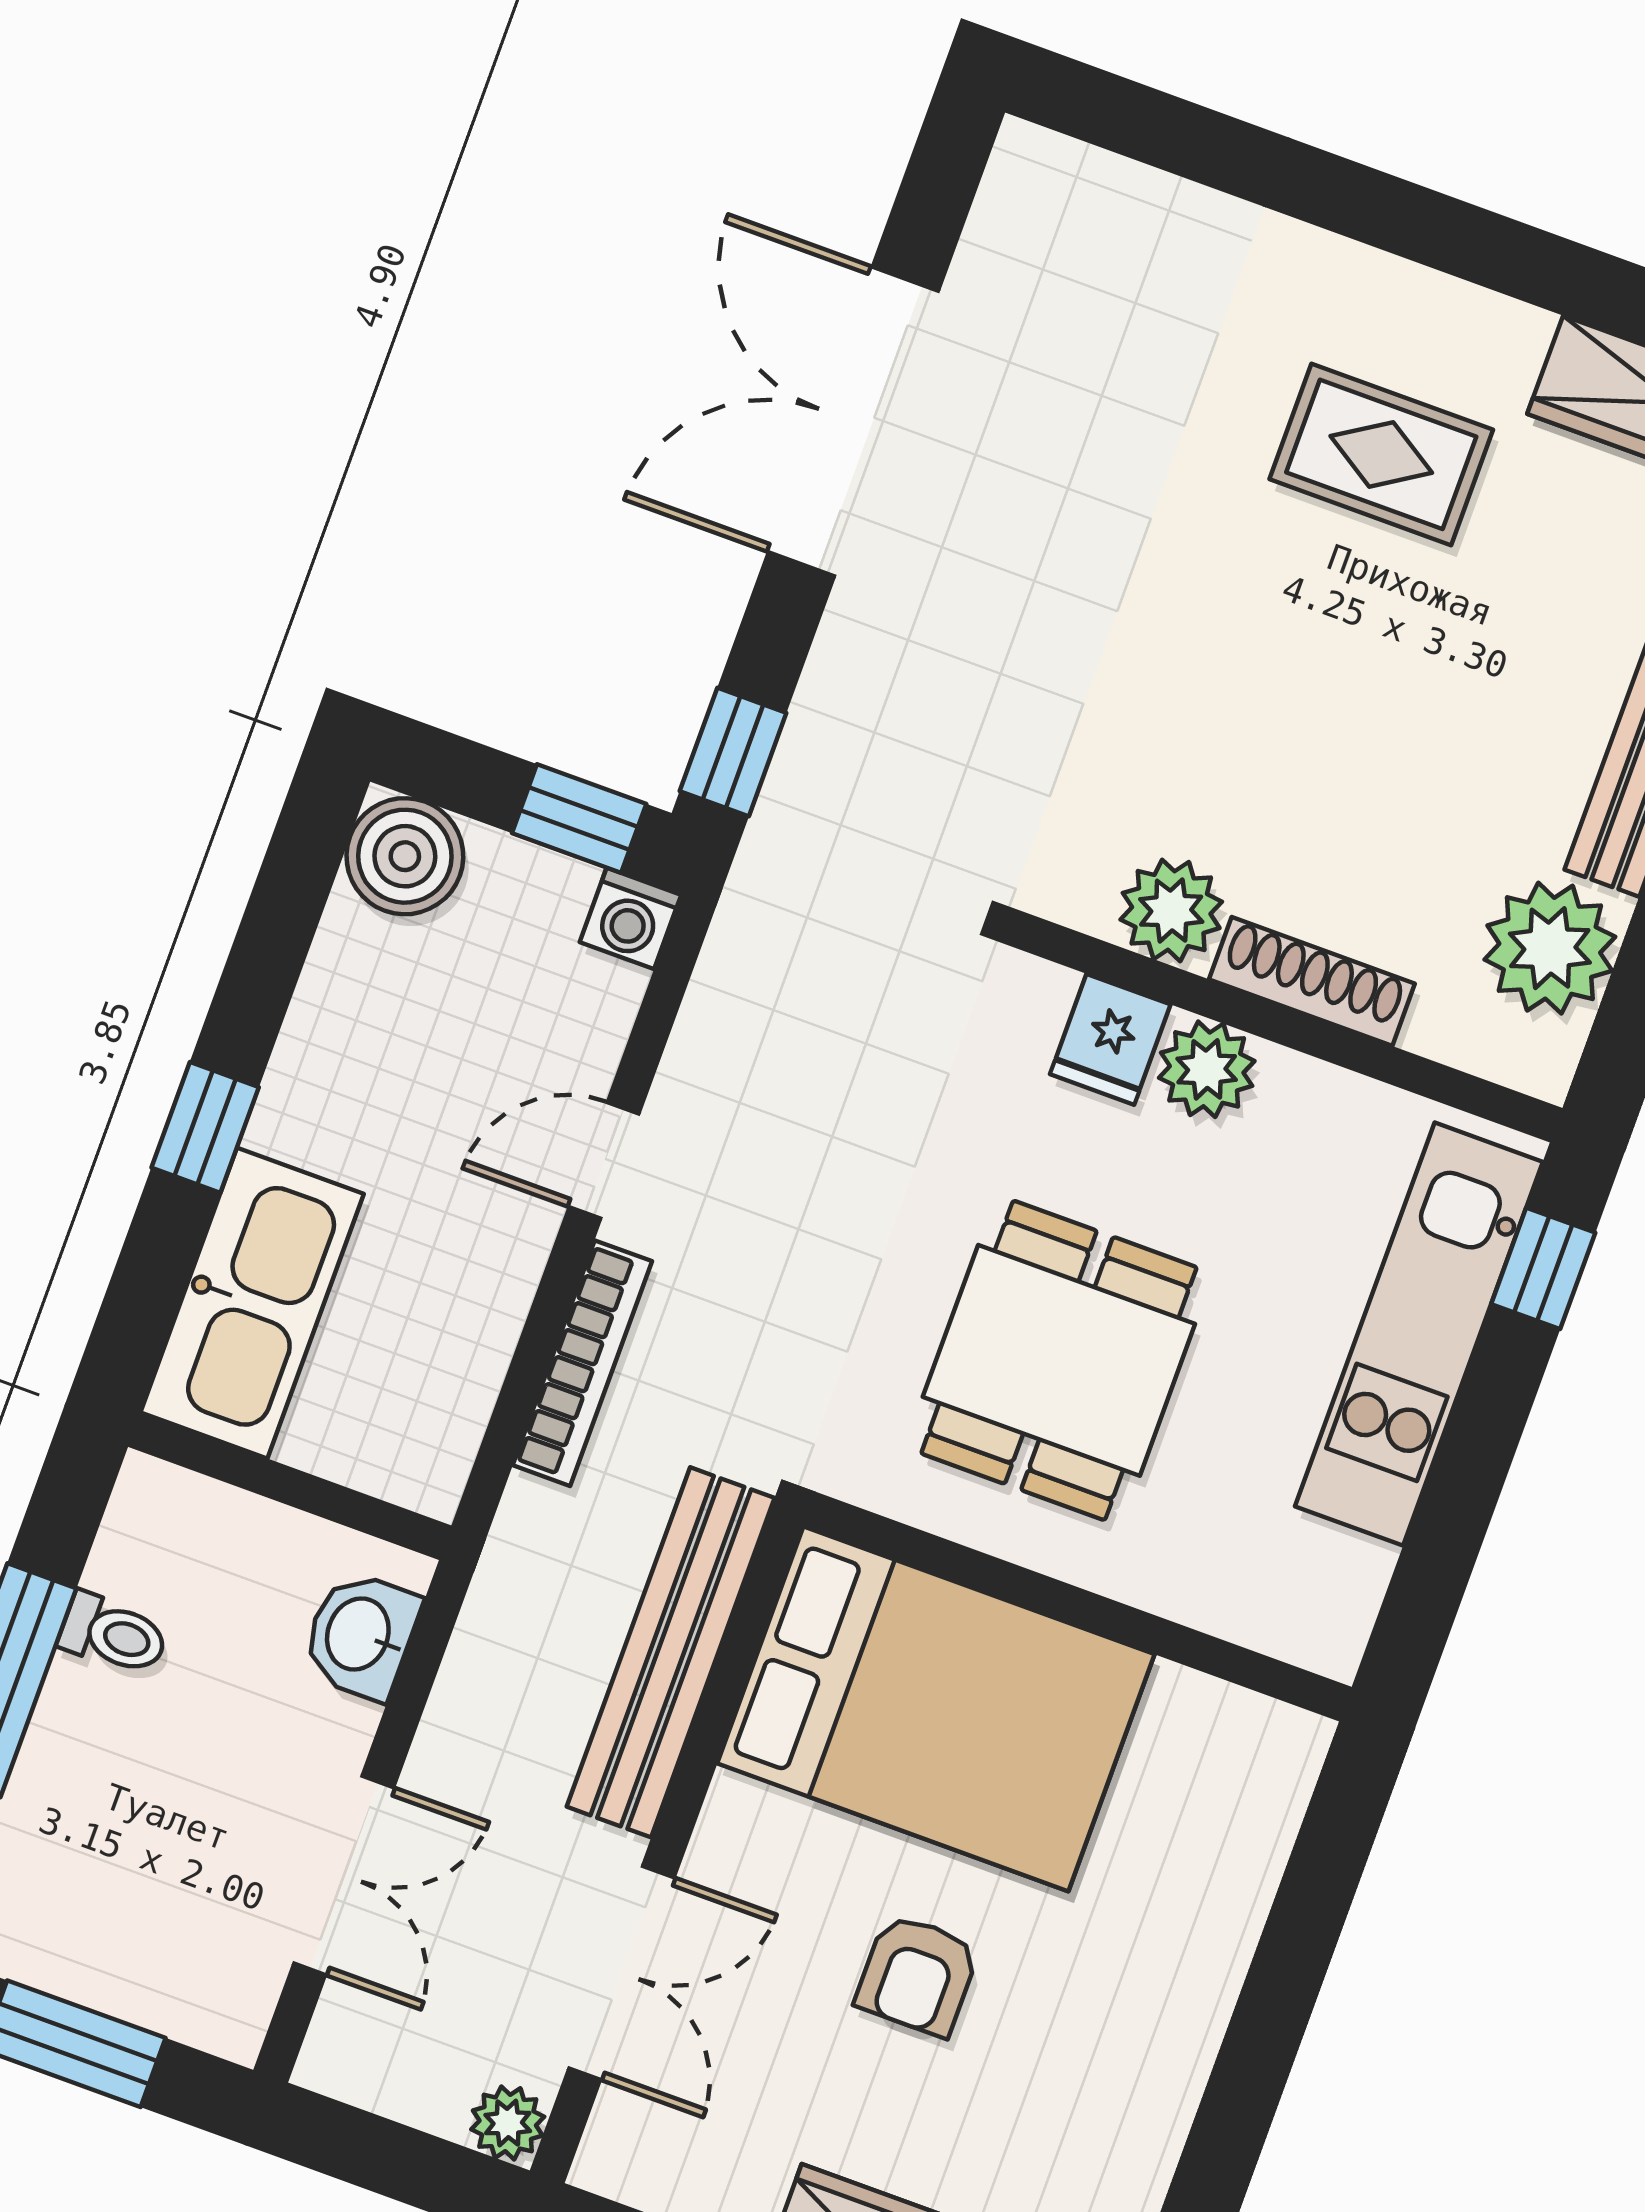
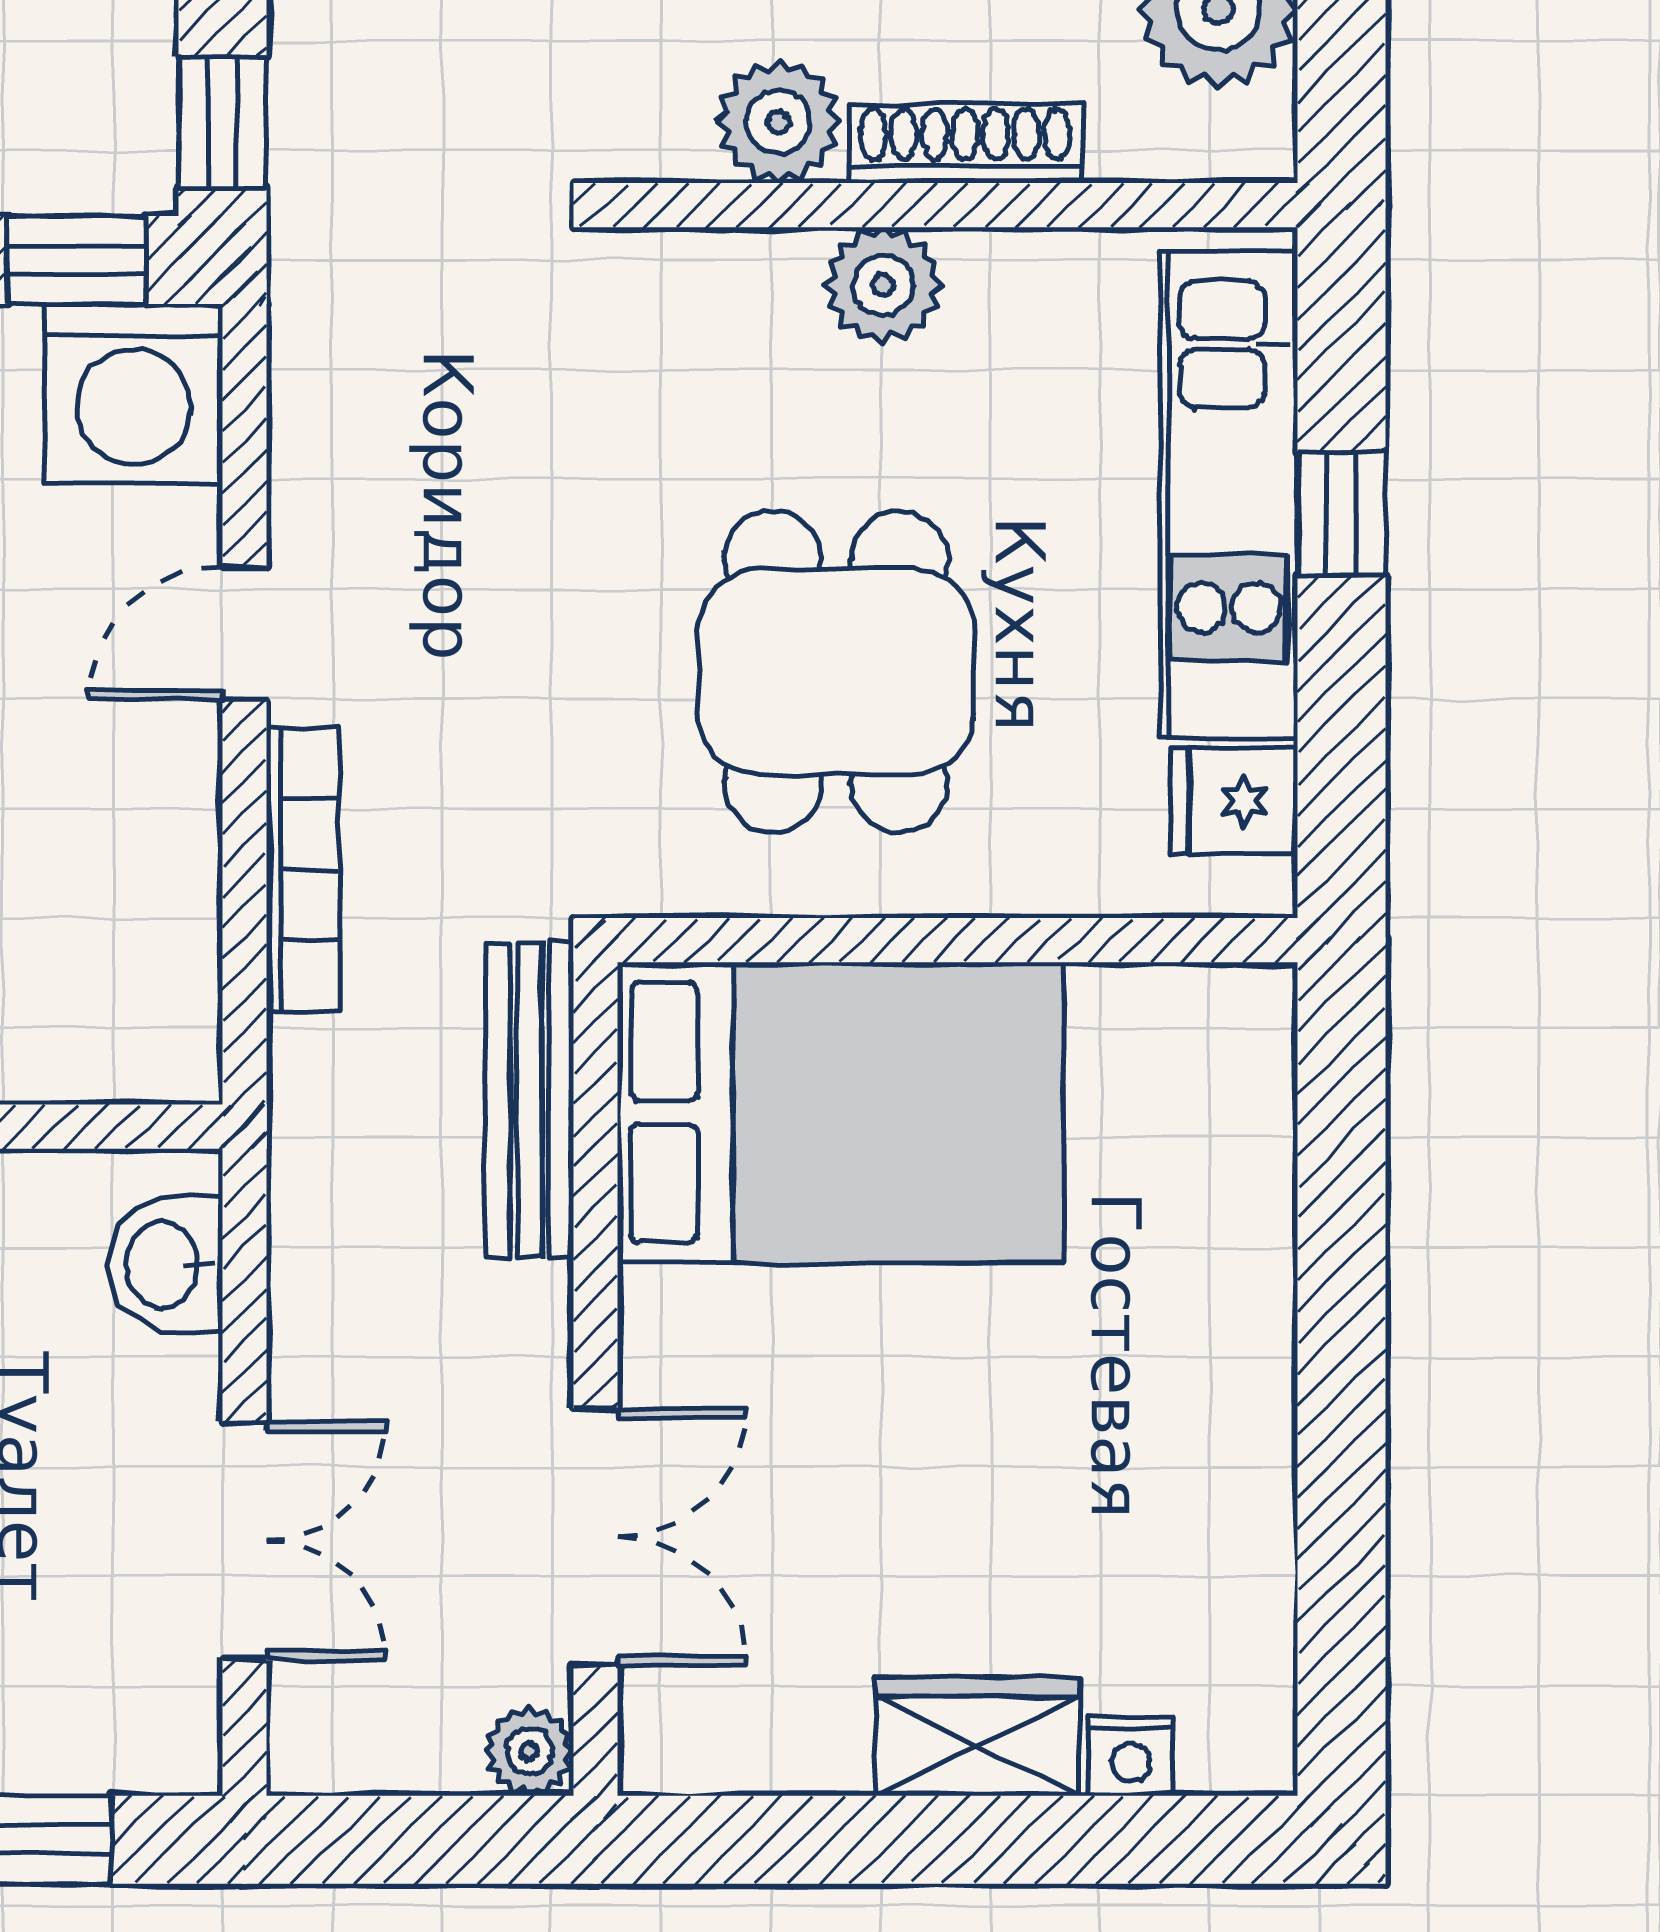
washing machine: (630, 918) -> (133, 393), width x1.89, depth x1.89
fridge: (1110, 1039) -> (1234, 801), moved, turned 90
window: (1543, 1268) -> (1342, 514), moved
bench: (671, 1652) -> (529, 1100), width x0.73, depth x0.82
armchair: (917, 1975) -> (928, 1418), removed

